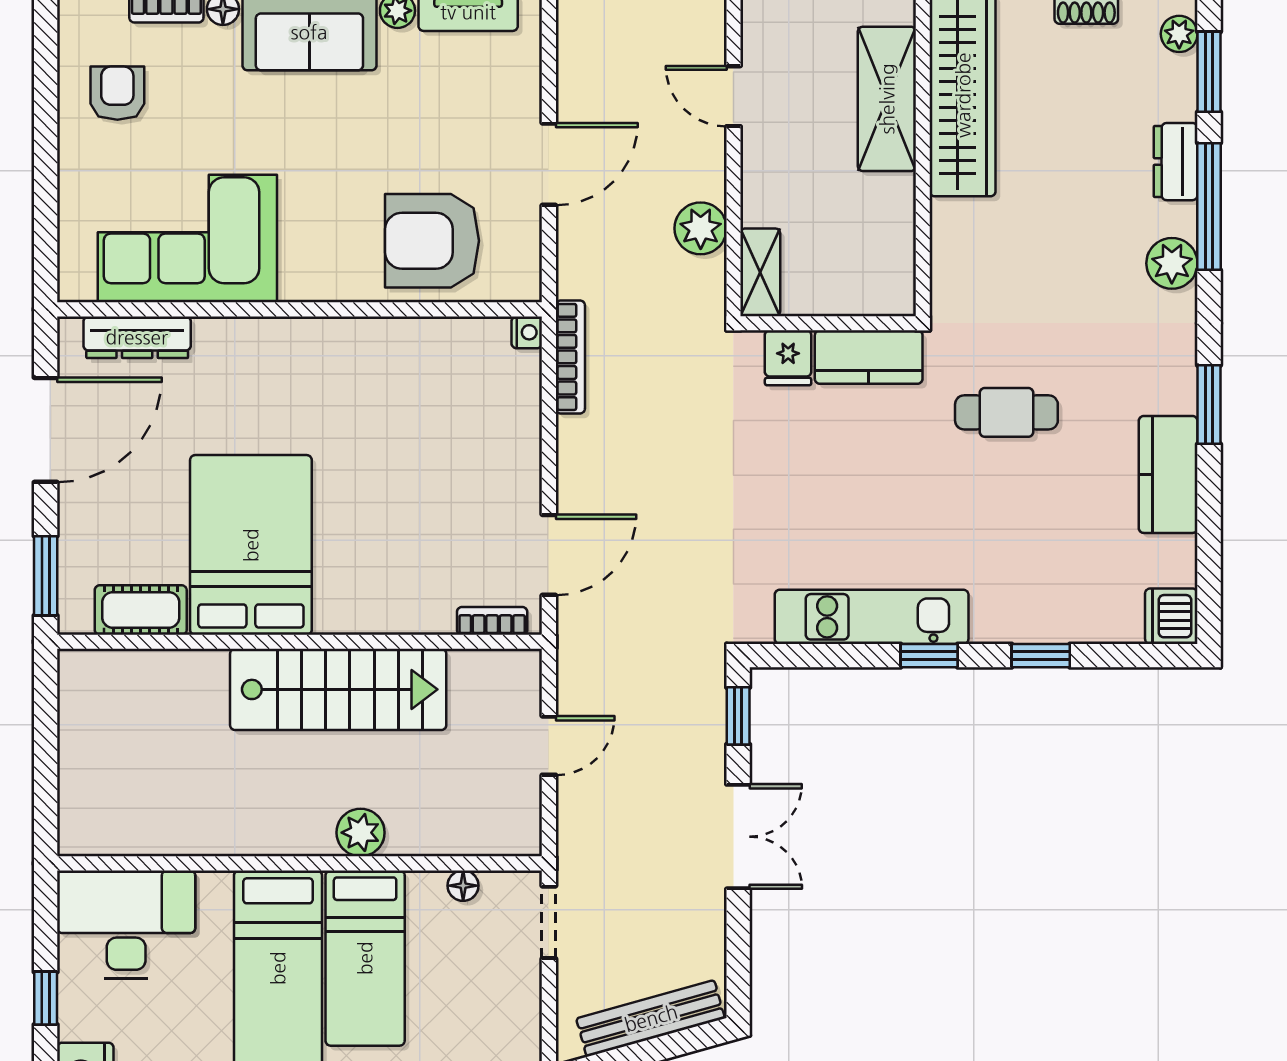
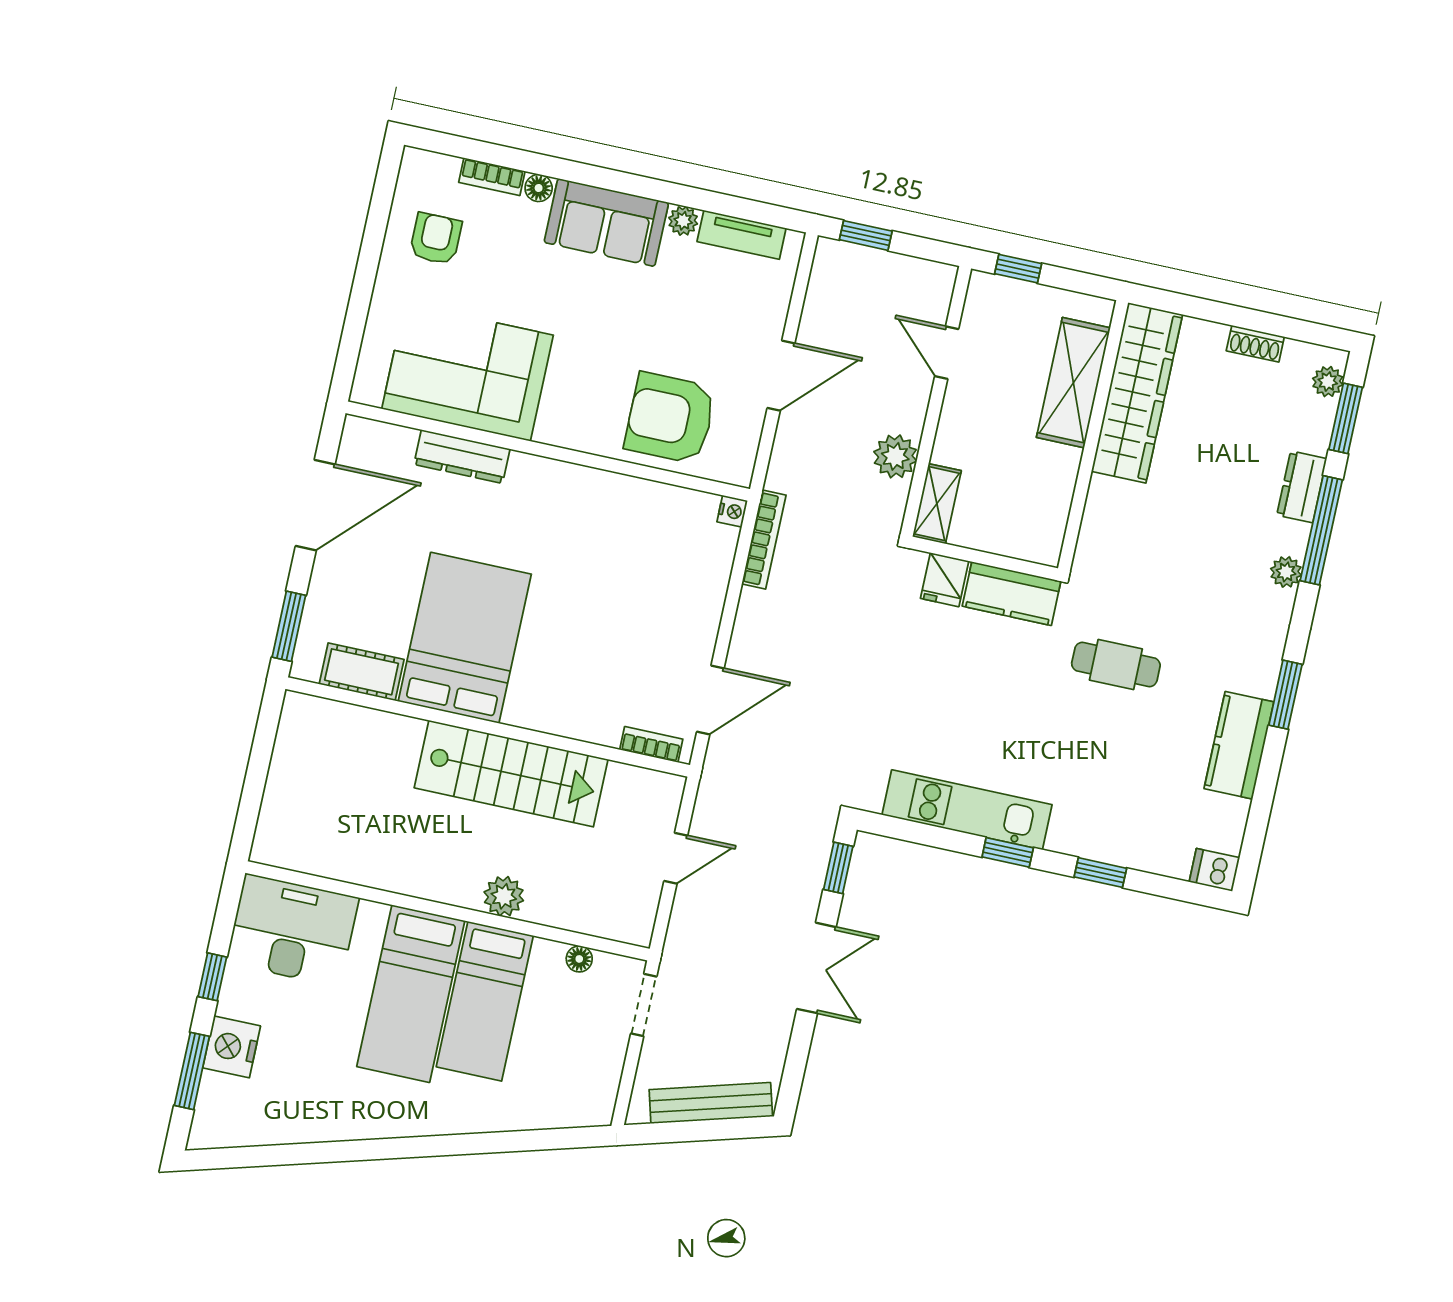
plant: (1172, 263) -> (1286, 572), width x0.73, depth x0.73
dresser: (137, 337) -> (462, 457), moved
dishwasher: (1171, 616) -> (1214, 870), width x0.73

